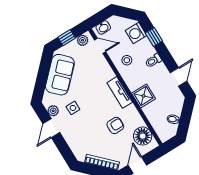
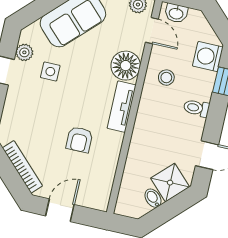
shower: (144, 96) -> (170, 183), moved, turned 45
armchair: (115, 125) -> (79, 140), turned 90
floor lamp: (143, 136) -> (126, 66), moved

